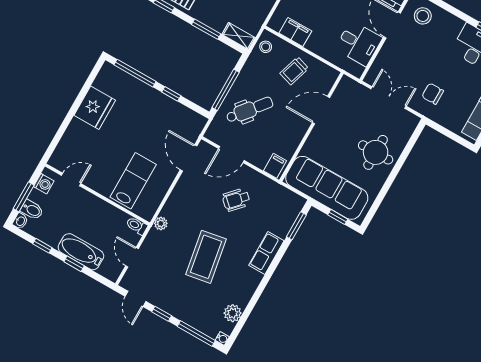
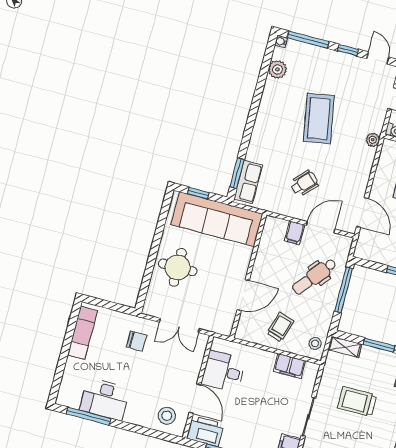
filing cabinet: (275, 166) -> (295, 233), moved
row of seats: (266, 253) -> (248, 182), moved

